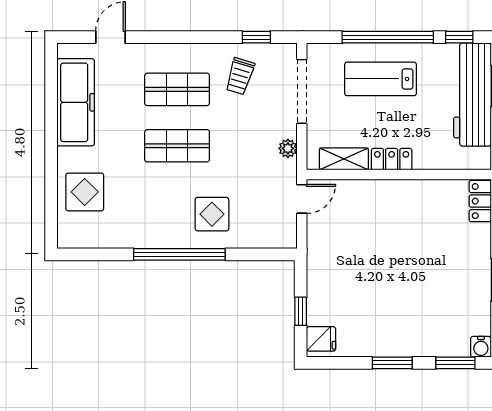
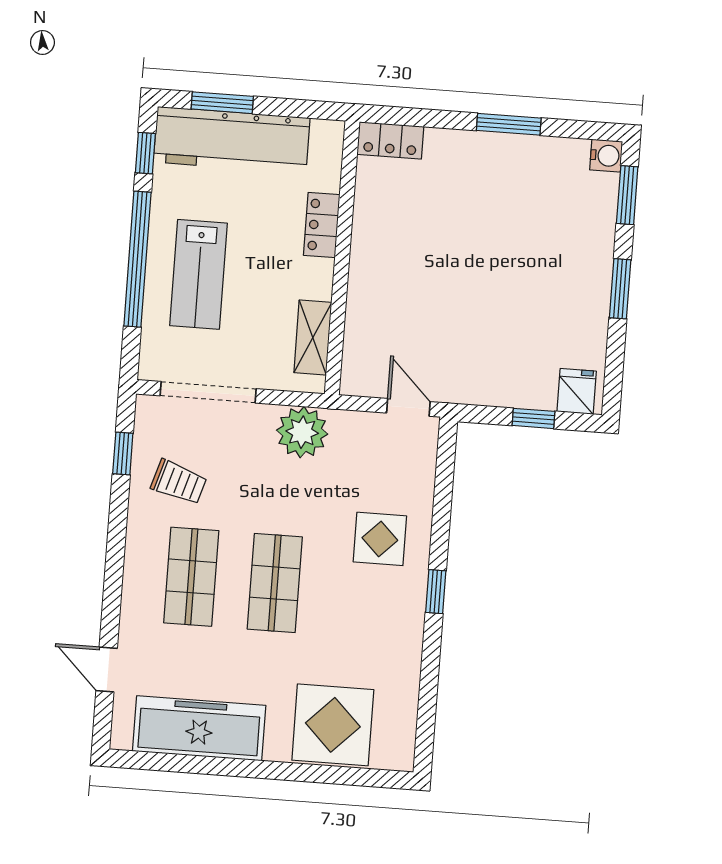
plant: (288, 148) -> (302, 432), width x1.88, depth x1.88
locker: (392, 159) -> (322, 225), moved
display table: (85, 192) -> (333, 725), width x1.36, depth x1.36
door: (302, 199) -> (408, 407), moved
window: (179, 254) -> (436, 592), width x0.32

